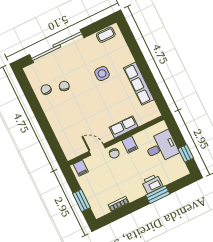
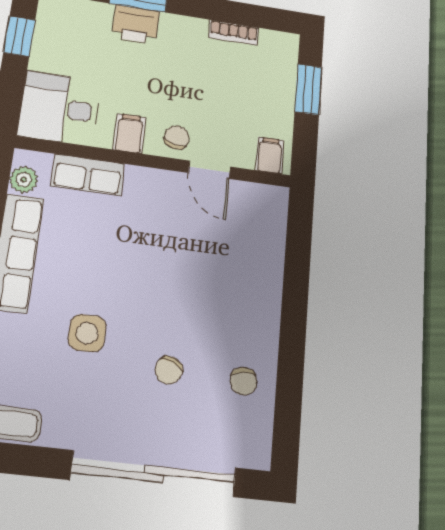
chair: (64, 86) -> (169, 370), moved
plant: (152, 107) -> (24, 180), added
row of seats: (124, 127) -> (88, 175), moved
desk: (161, 147) -> (59, 108), moved

